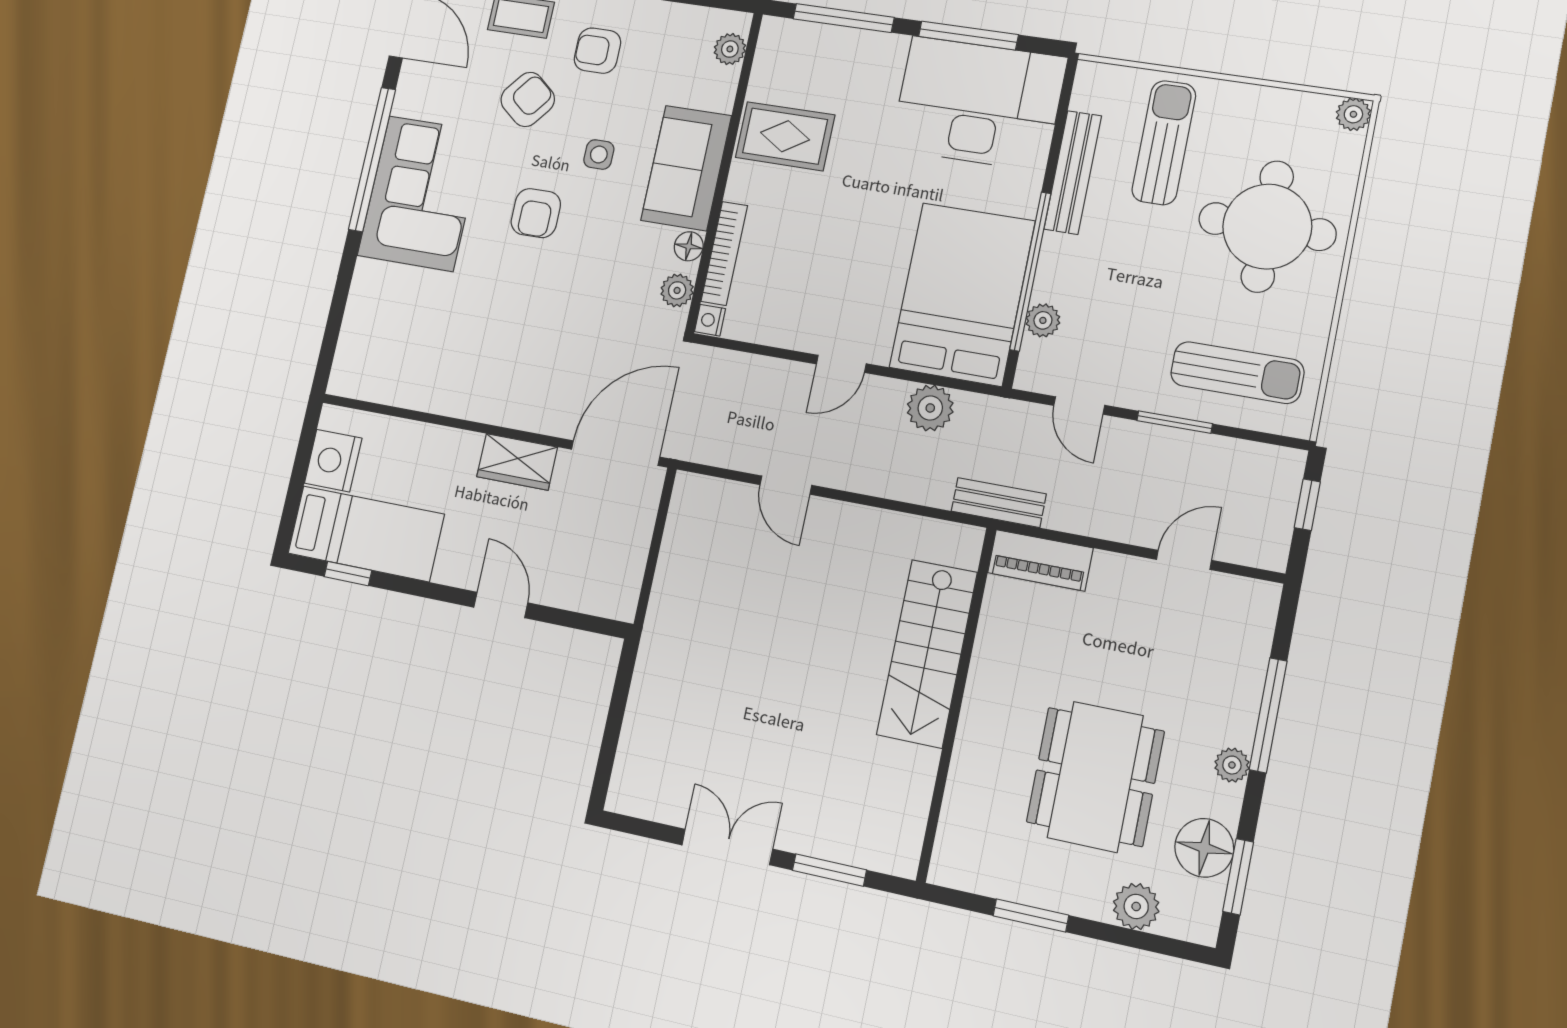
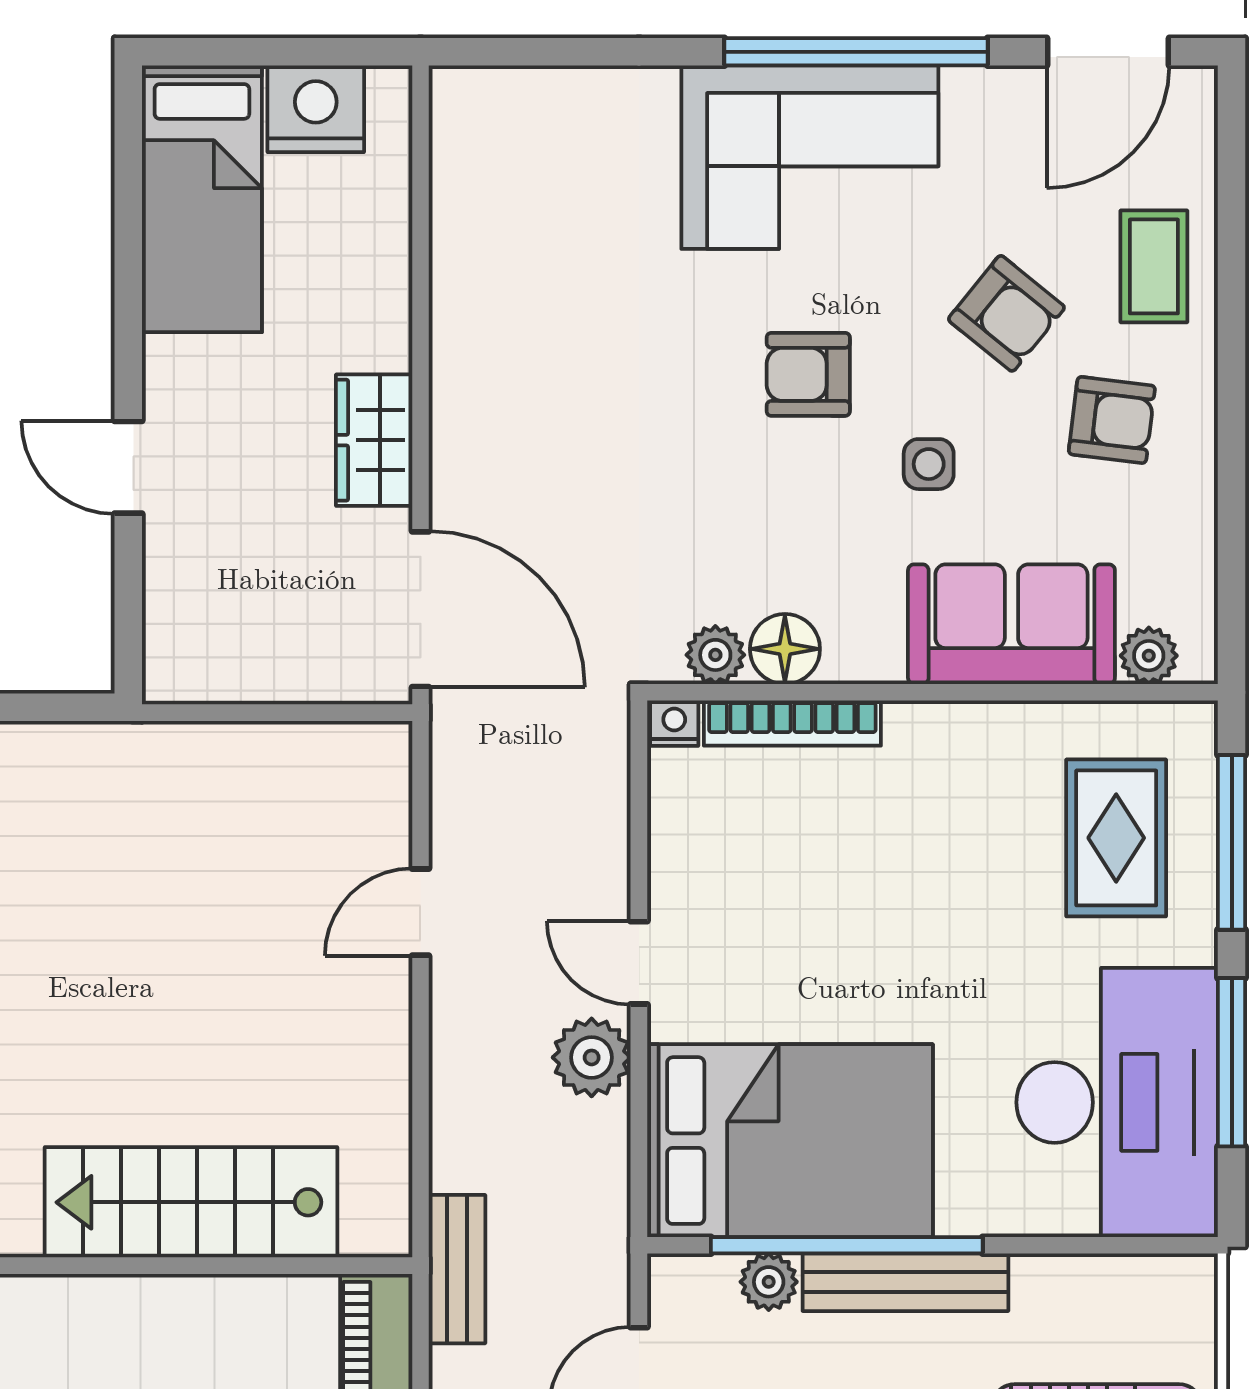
armchair: (597, 51) -> (1112, 420), turned 97
rug: (785, 136) -> (1116, 838), moved
sofa: (686, 168) -> (1011, 624), moved
bench: (1073, 172) -> (905, 1282), moved
floor lamp: (689, 246) -> (785, 649), width x1.37, depth x1.37
plant: (930, 408) -> (592, 1057), moved
window: (348, 574) -> (128, 183), removed
door: (501, 605) -> (128, 467), swing flipped

